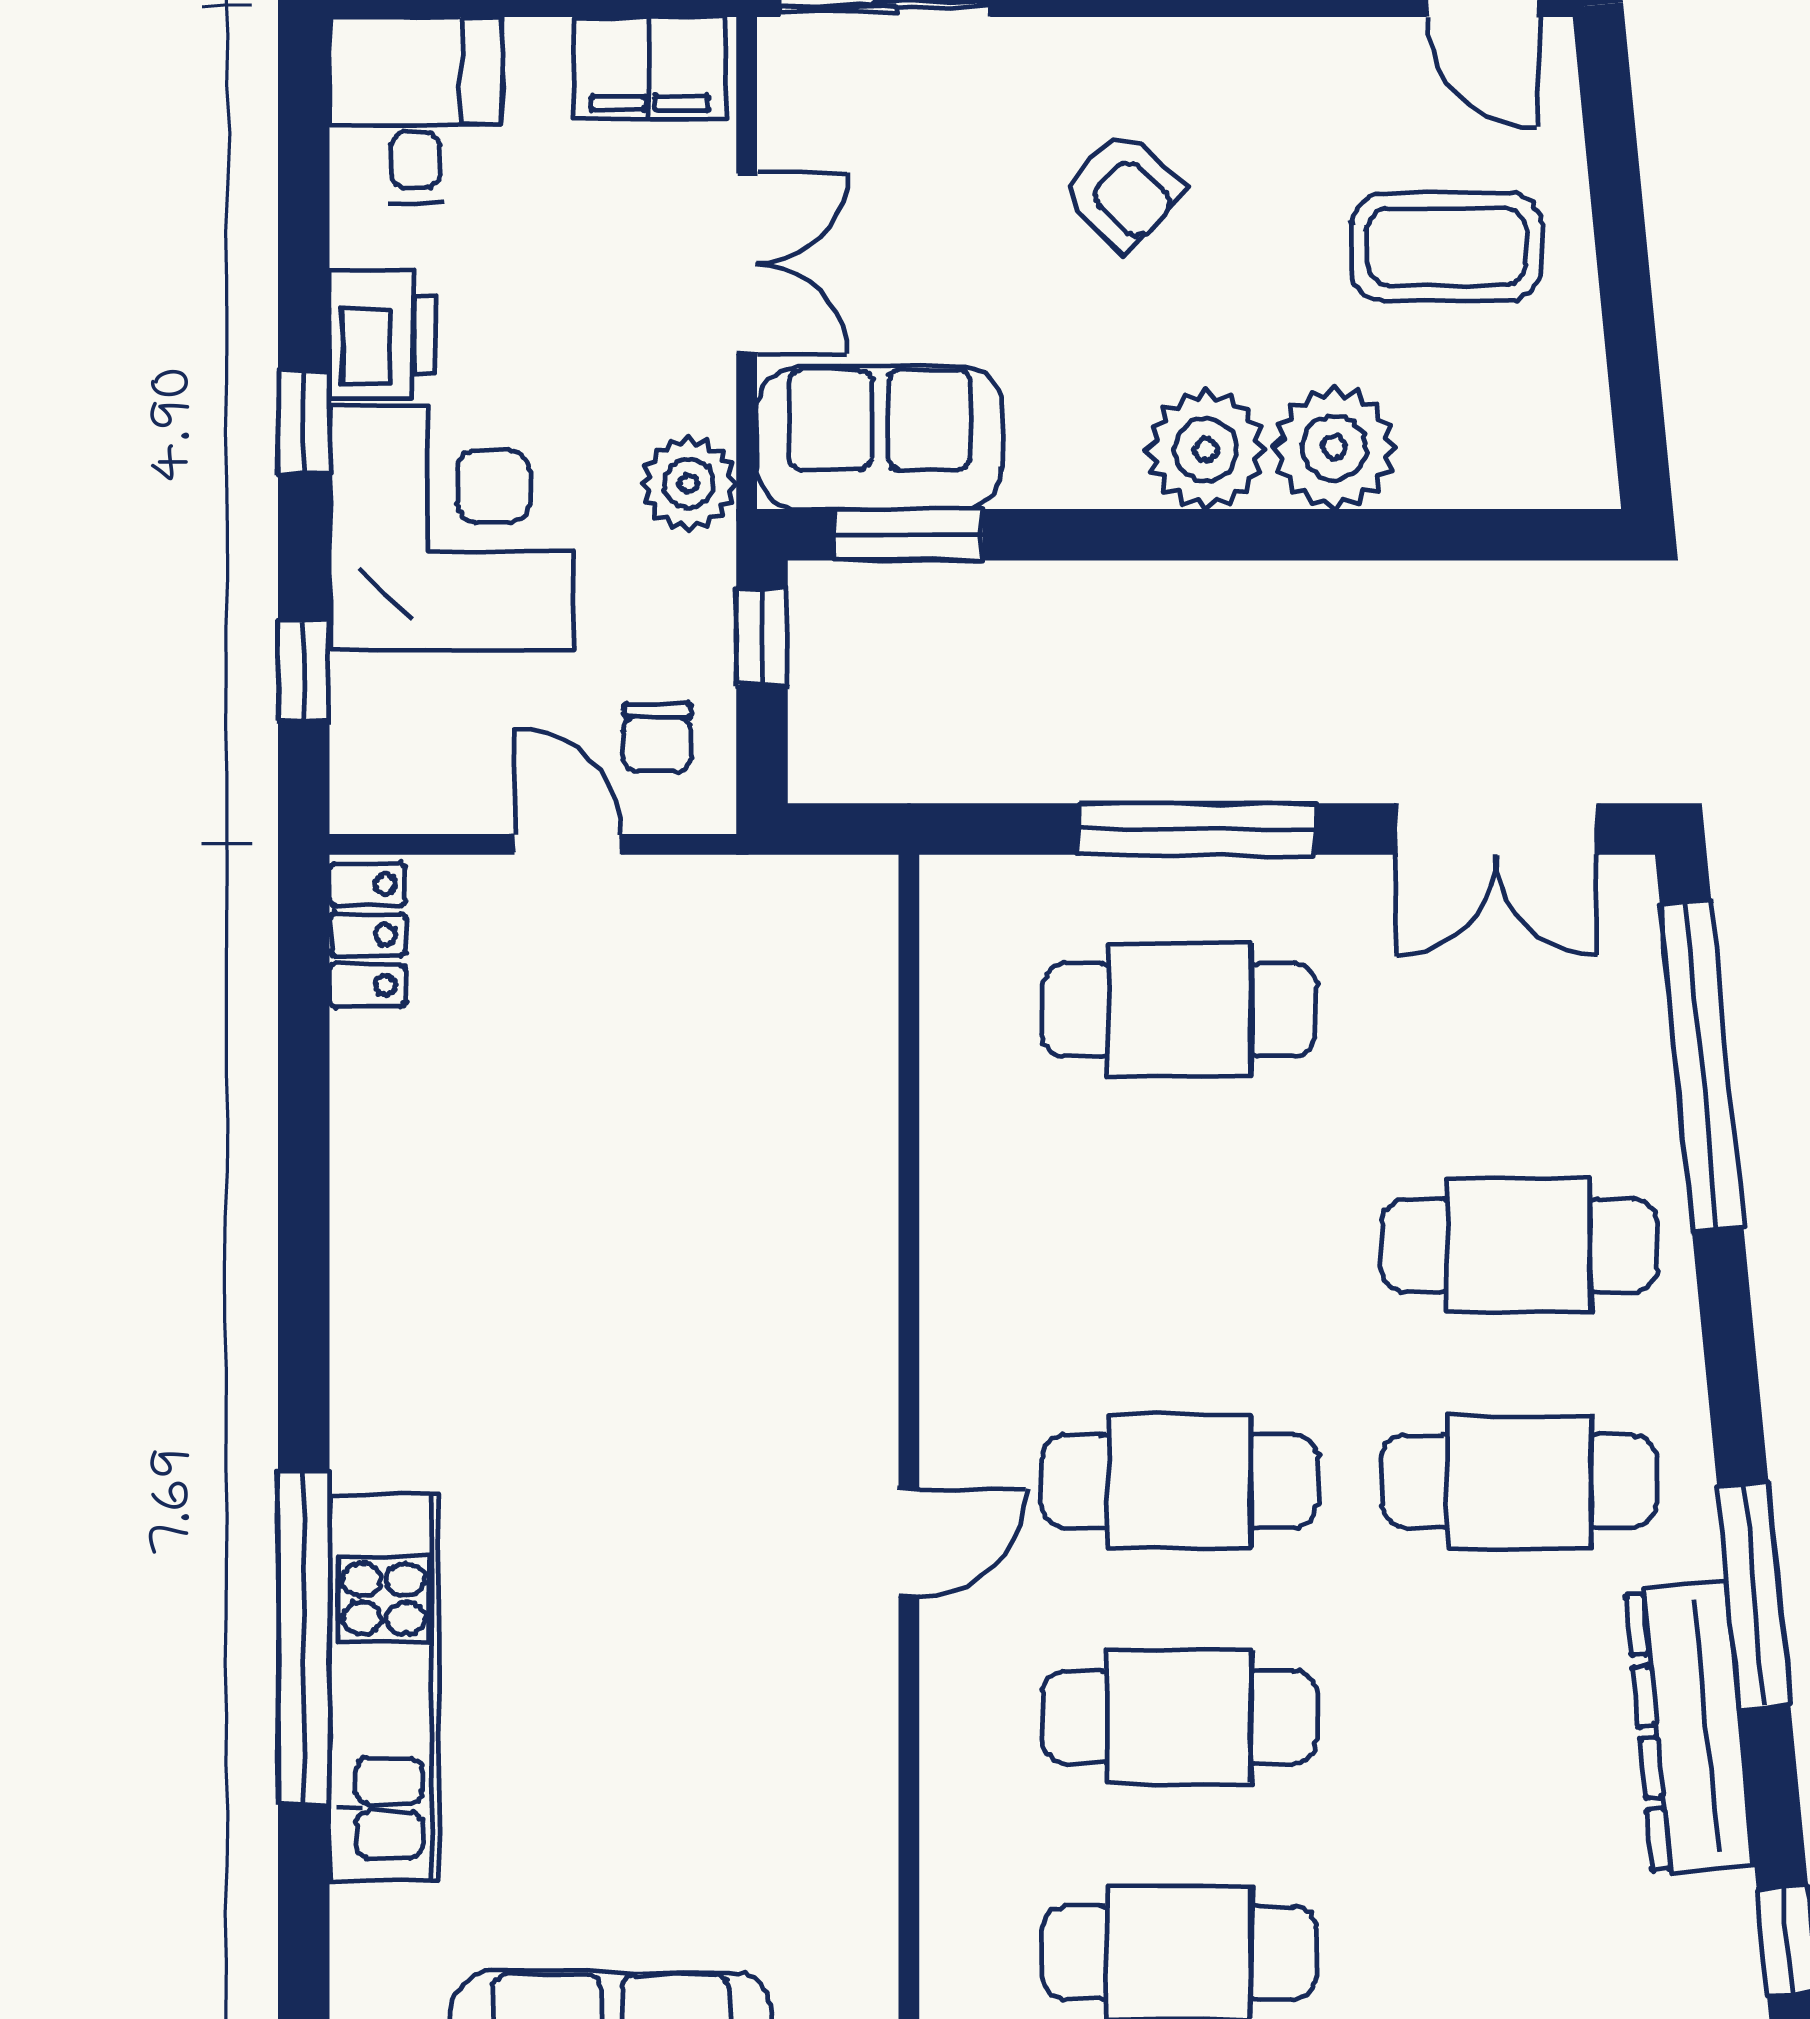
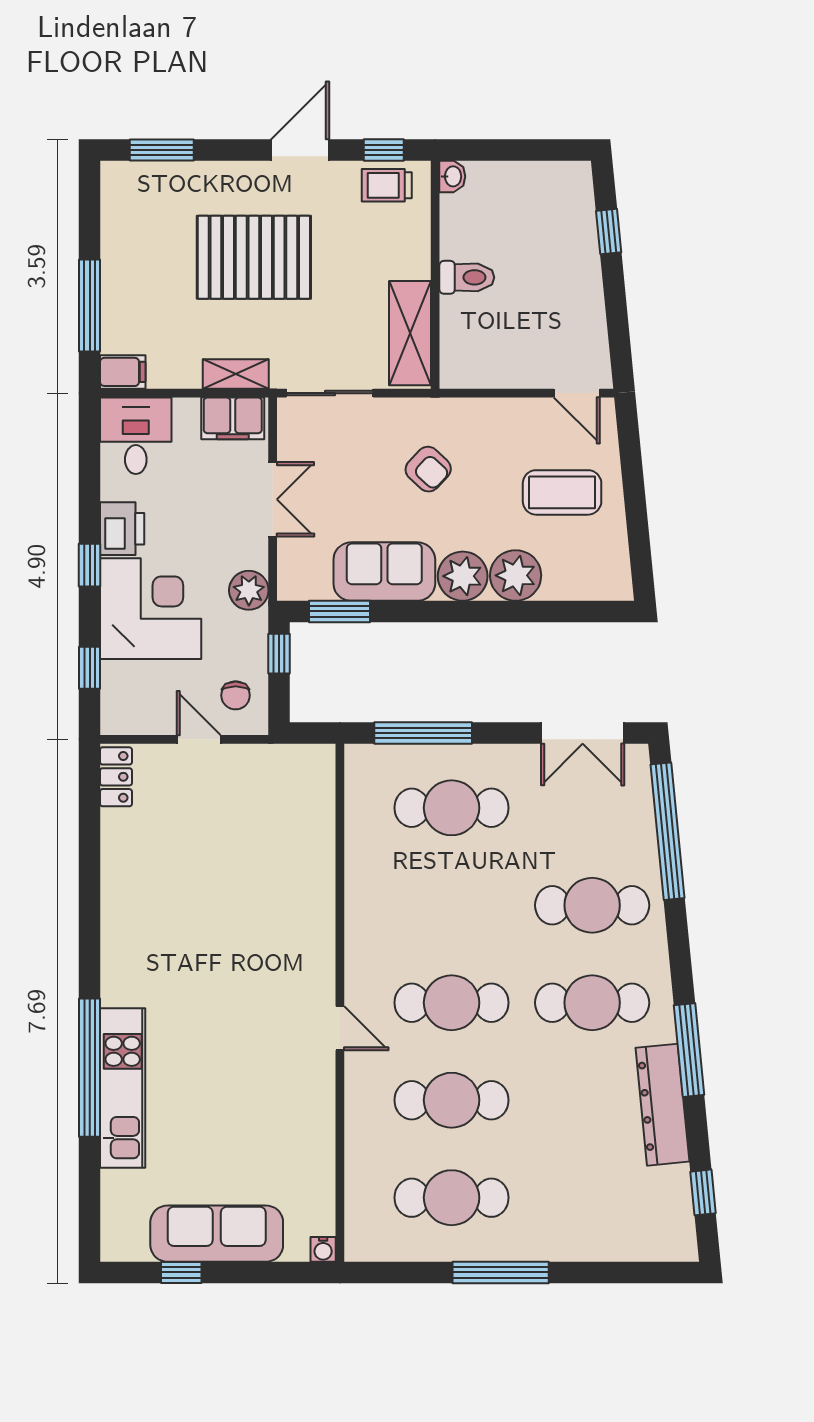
sofa: (880, 438) -> (384, 572), moved
window: (1197, 829) -> (423, 733), moved
door: (909, 1543) -> (340, 1028), hinge flipped

